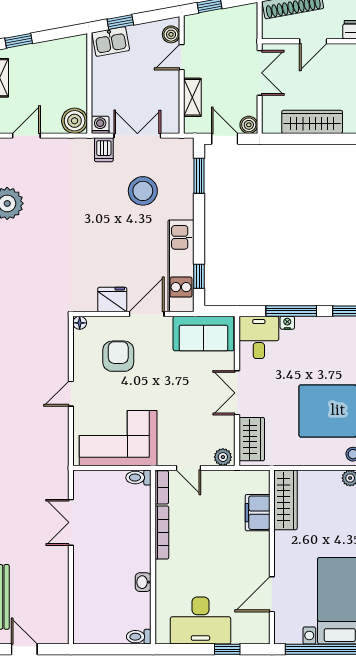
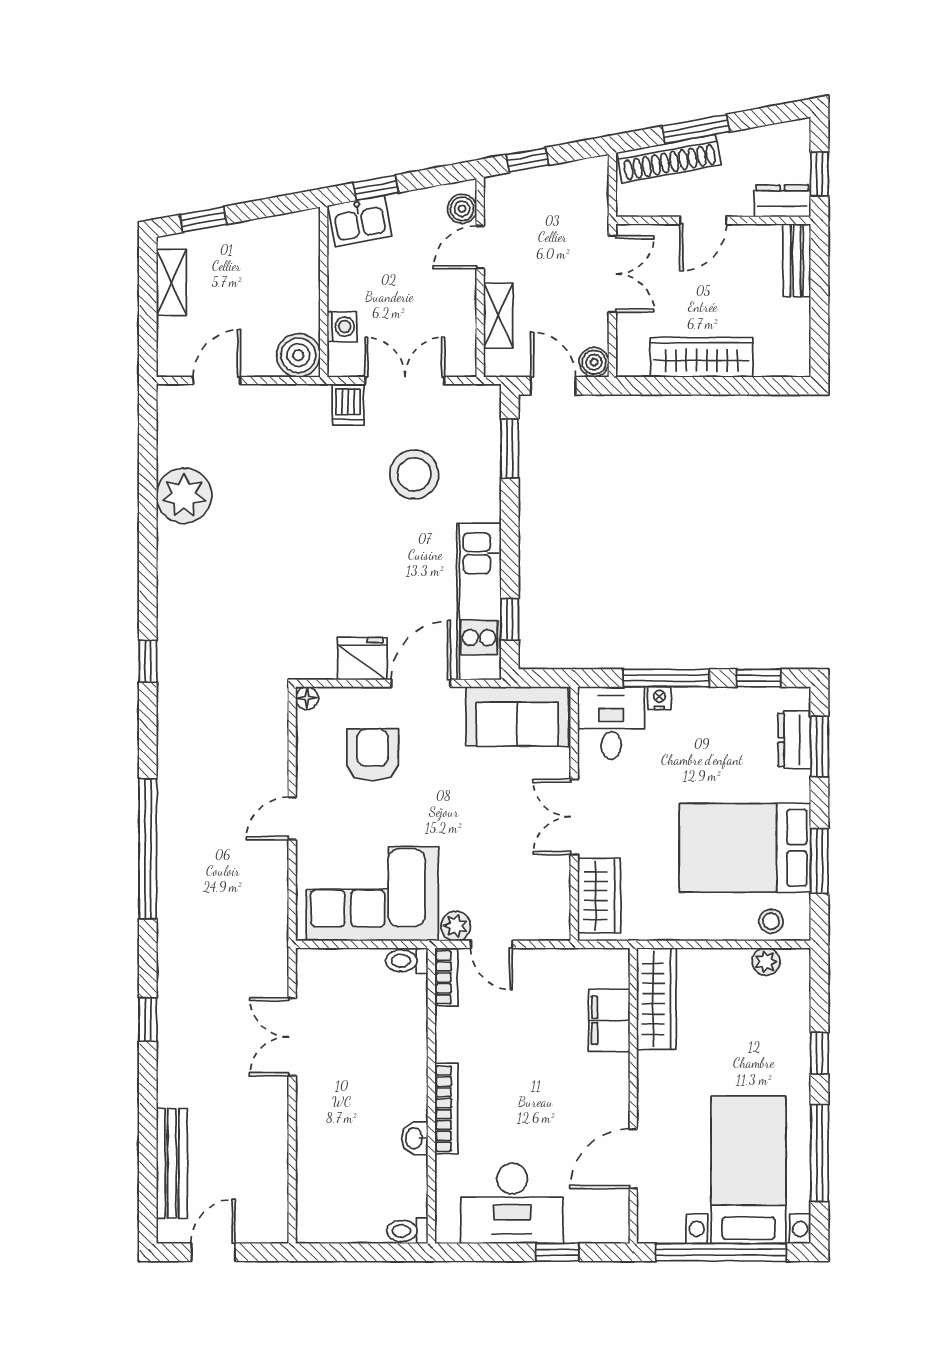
washing machine: (100, 125) -> (342, 327), moved, turned 90
plant: (223, 457) -> (456, 926), moved
bookcase: (162, 532) -> (446, 1109), moved
door: (24, 649) -> (213, 1252), hinge flipped

